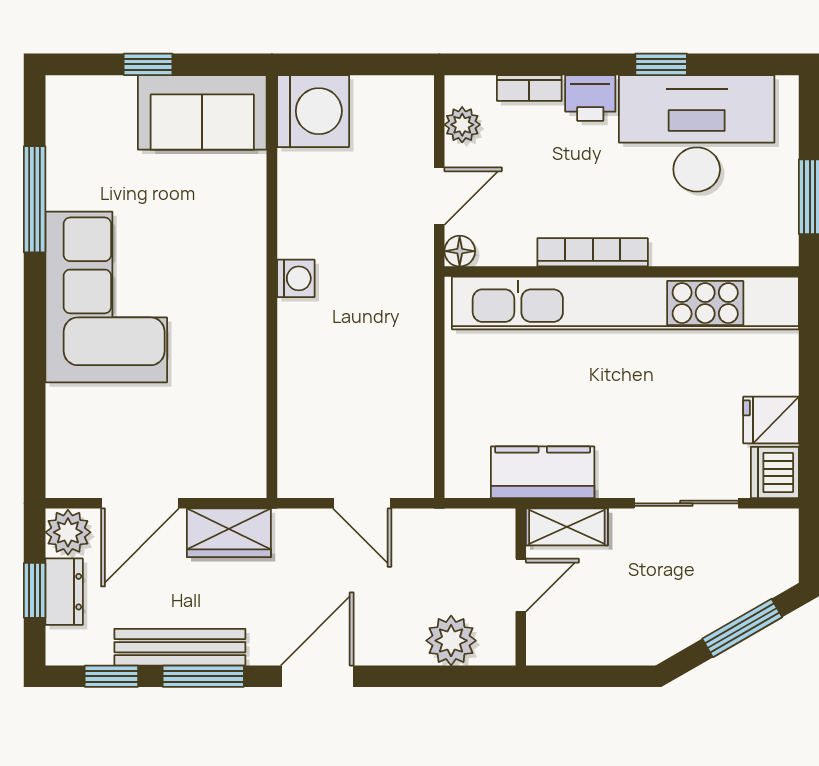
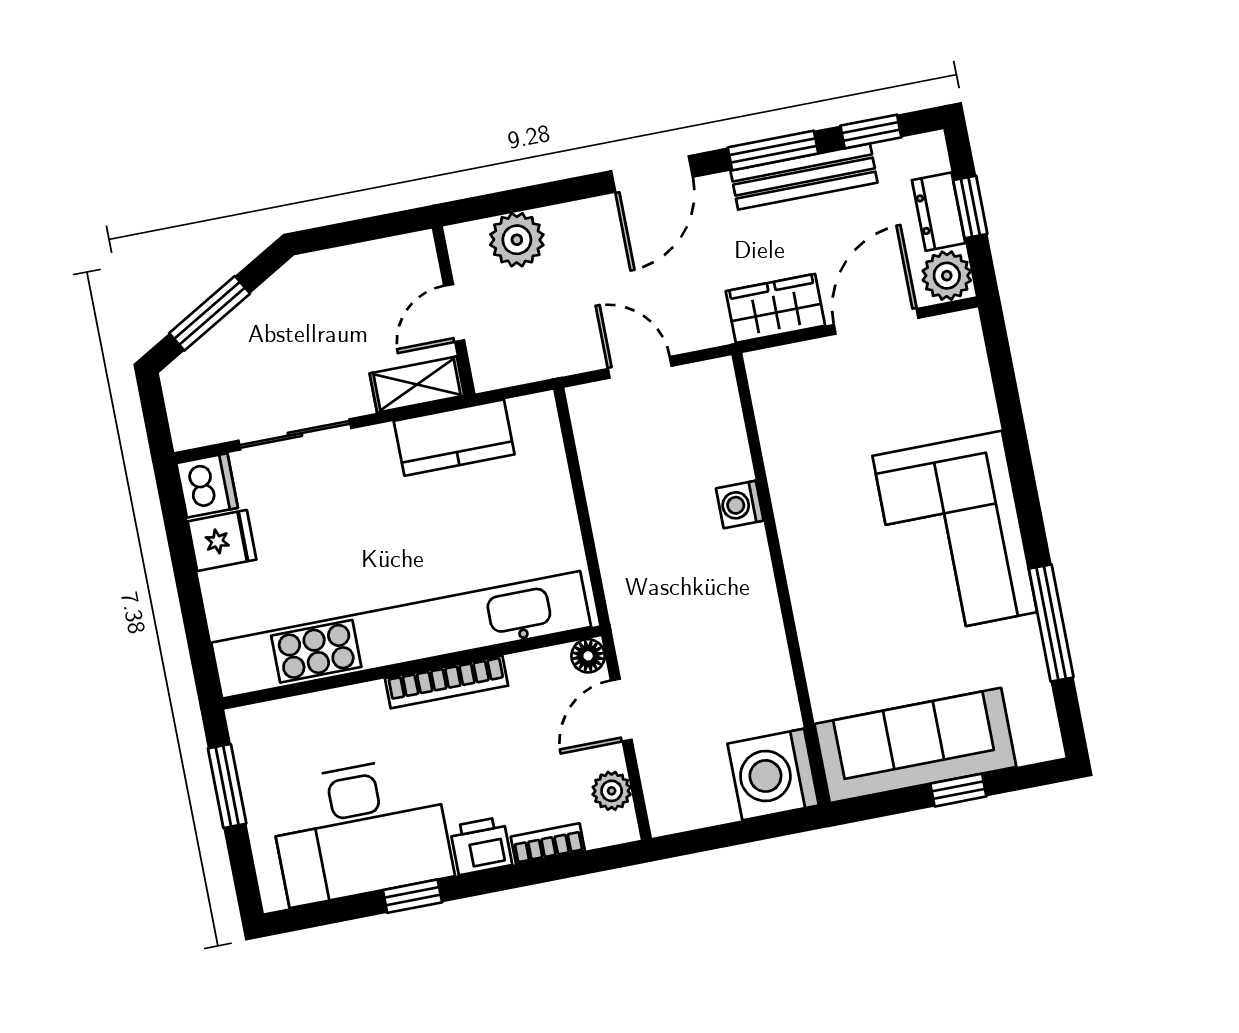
sofa: (202, 112) -> (915, 745), width x1.36
washing machine: (296, 278) -> (740, 504), moved

